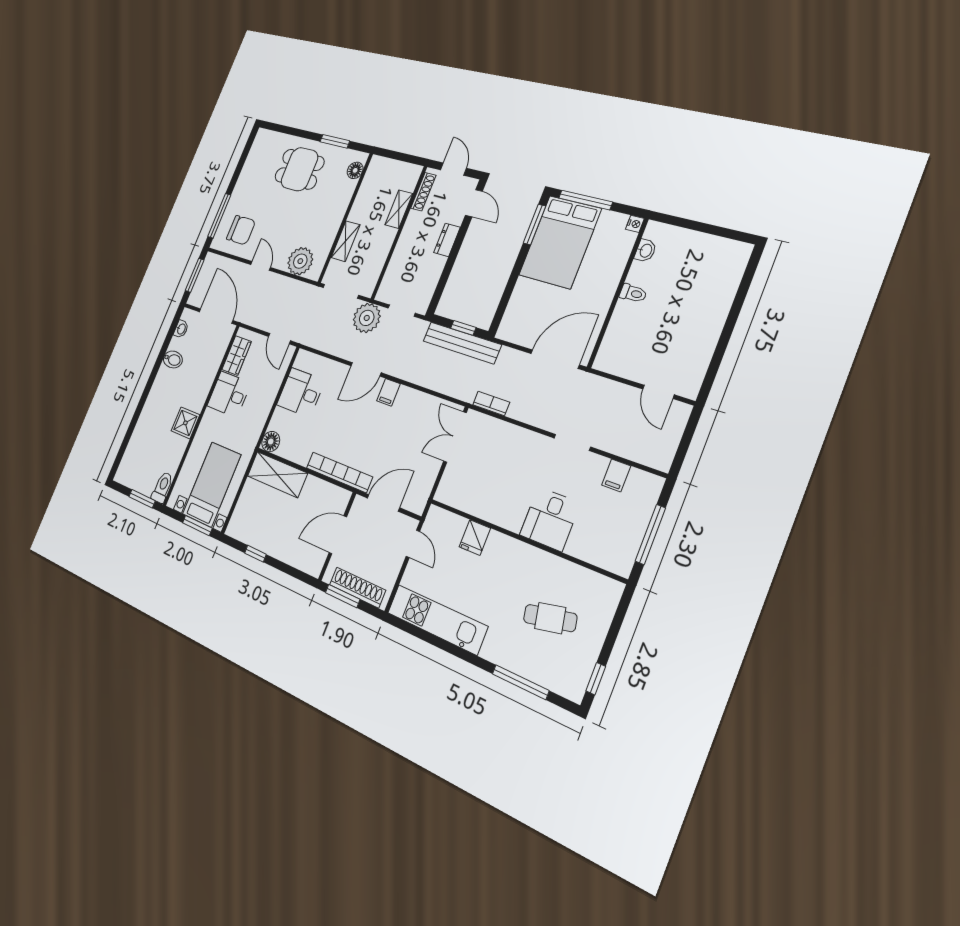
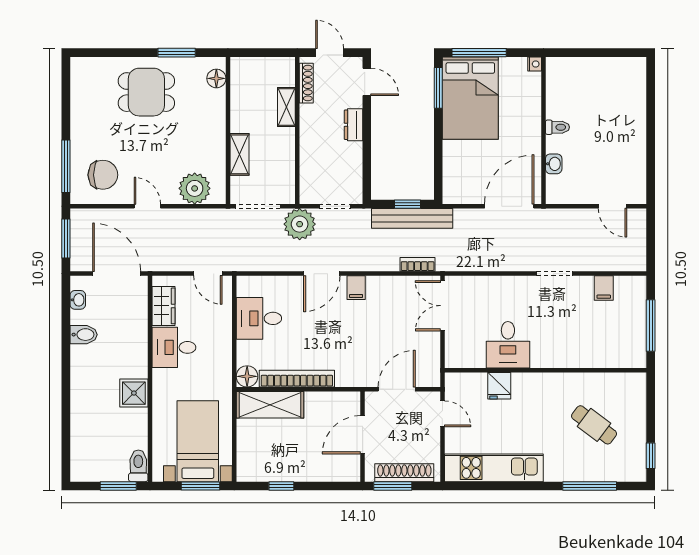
washbasin: (645, 251) -> (554, 164), moved
bookcase: (491, 403) -> (418, 264), moved
bookcase: (339, 472) -> (297, 379), moved
desk: (550, 519) -> (508, 345), moved
cafe table: (550, 618) -> (594, 425), turned 49

